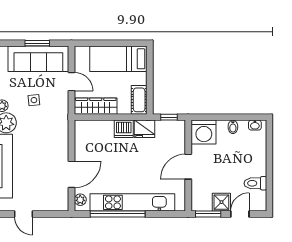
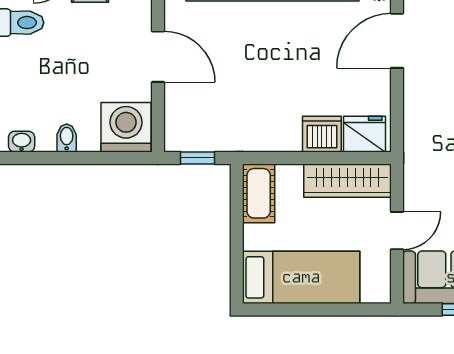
door: (72, 82) -> (397, 231), swing flipped
dishwasher: (124, 129) -> (322, 134), moved
fridge: (144, 129) -> (364, 134), moved
door: (188, 167) -> (158, 57), hinge flipped

